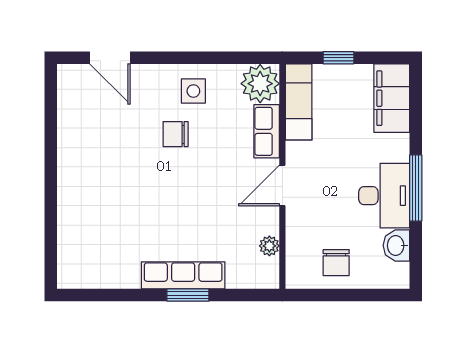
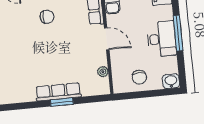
chair: (176, 134) -> (47, 17), turned 180
door: (282, 186) -> (107, 39), swing flipped
washbasin: (396, 245) -> (171, 81), moved, turned 90

